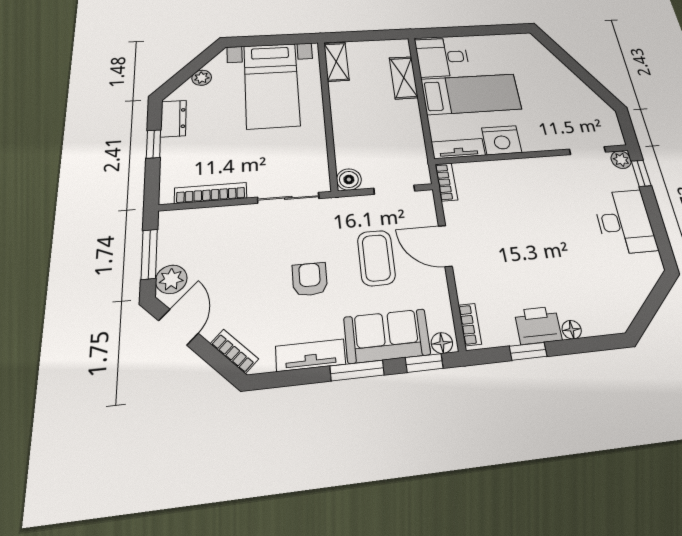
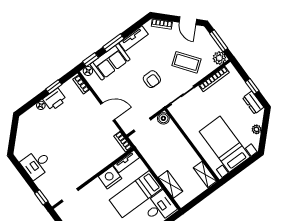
plant: (621, 160) -> (53, 199), removed
desk: (624, 222) -> (36, 164), width x0.73
coffee table: (376, 258) -> (187, 62), moved, turned -37
plant: (171, 279) -> (219, 58), moved
armchair: (310, 279) -> (152, 79), moved

